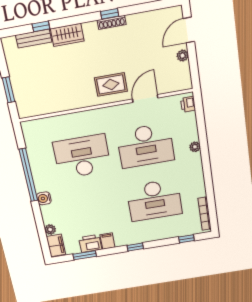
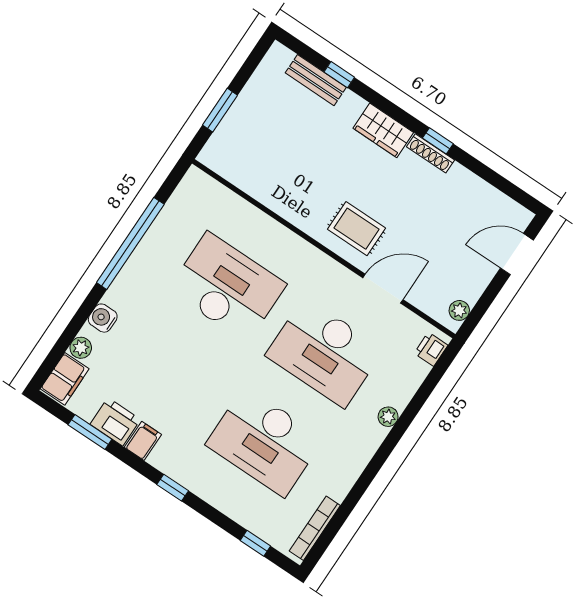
wardrobe: (67, 35) -> (383, 130), moved
plant: (183, 56) -> (459, 310), moved
water cooler: (44, 198) -> (103, 318), moved

